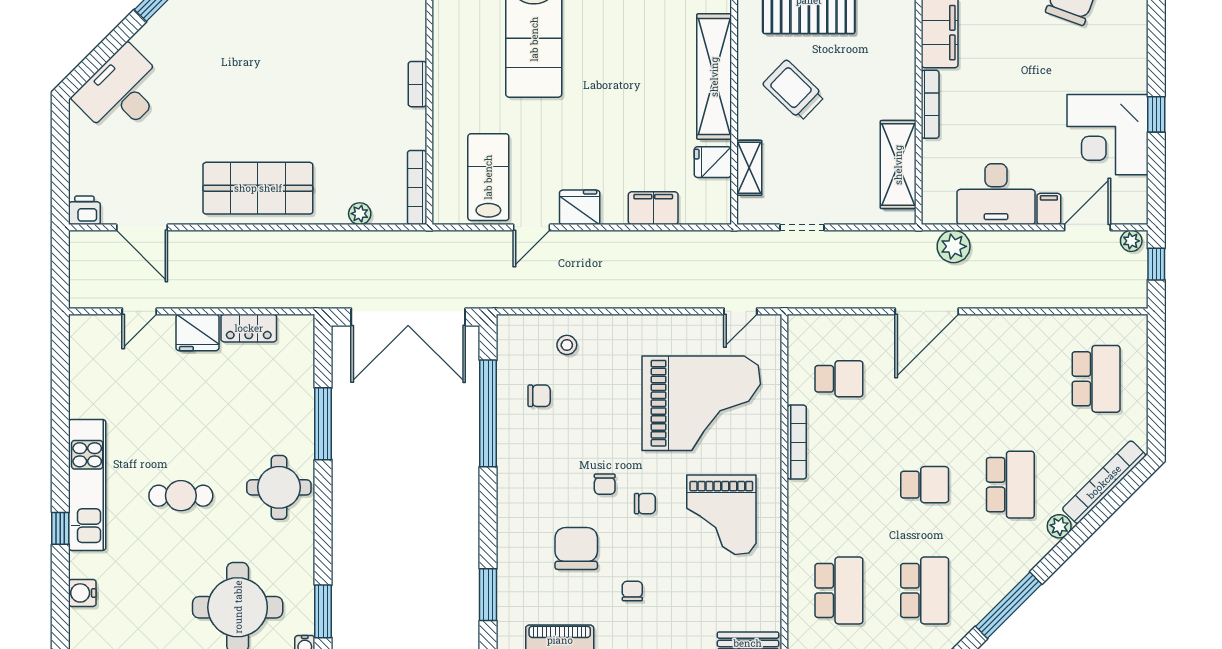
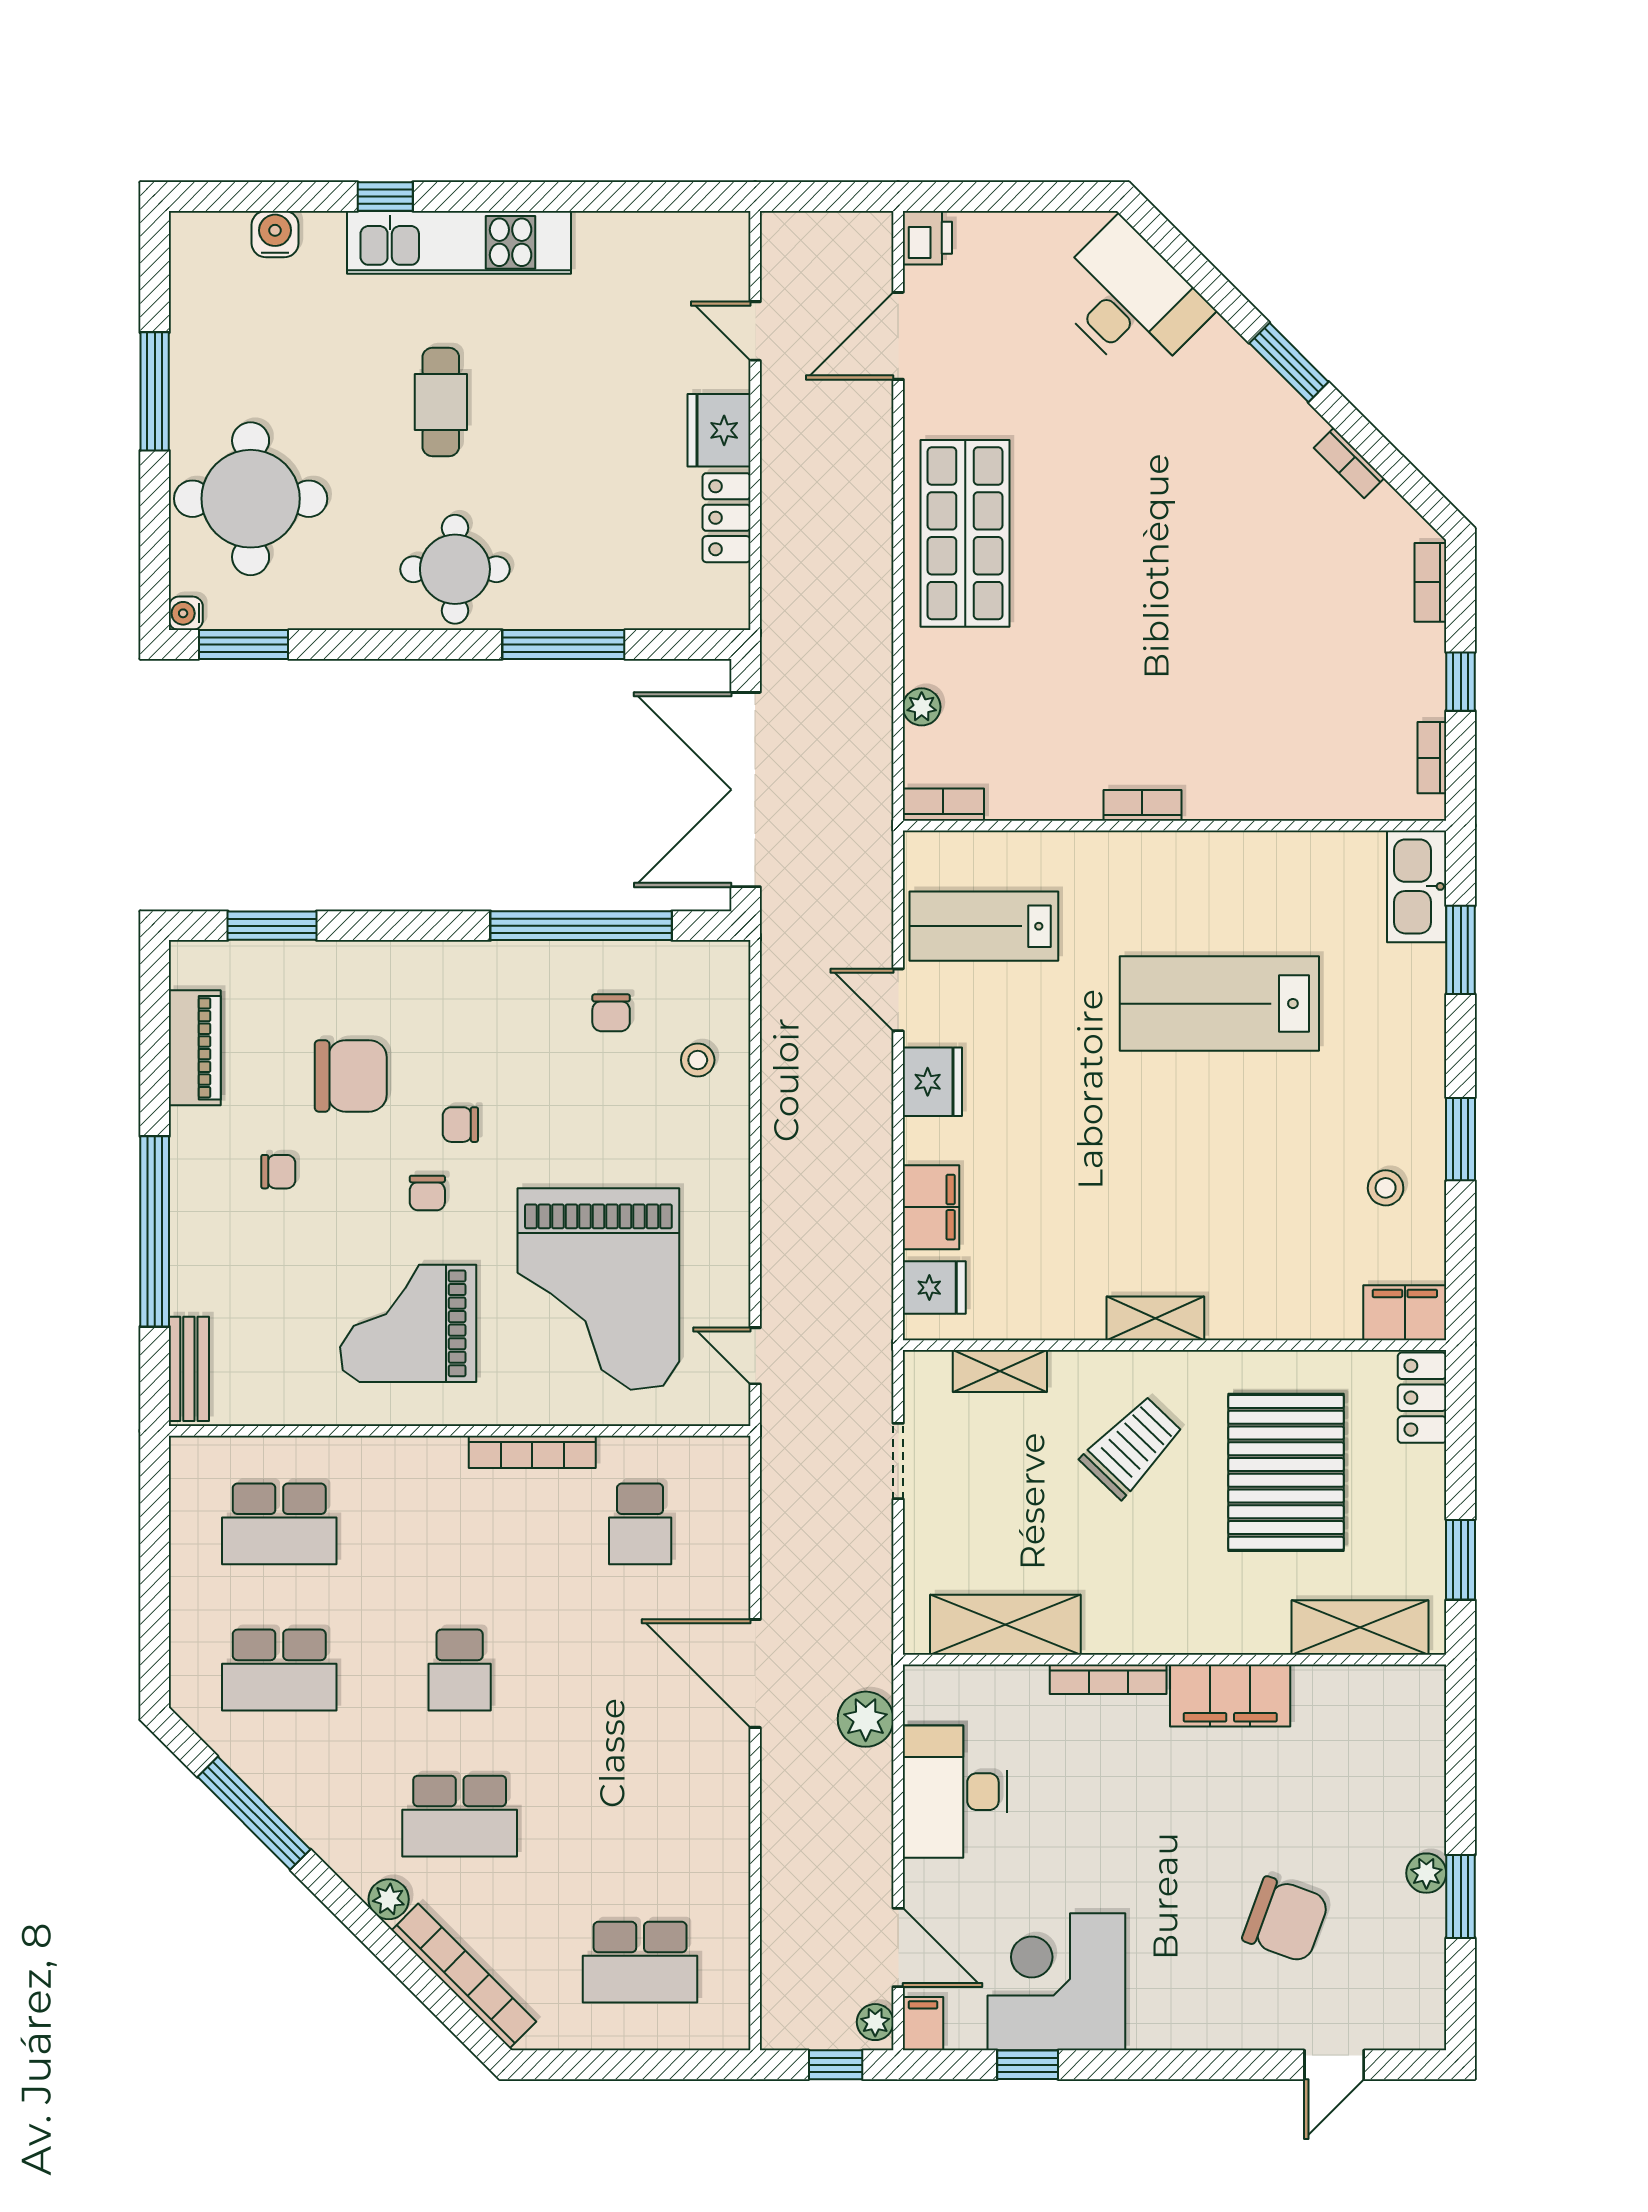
shelving: (714, 77) -> (1155, 1318), width x0.45, depth x0.75
window: (1156, 114) -> (1028, 2065), moved
fridge: (713, 162) -> (934, 1288), moved, turned 90
lab bench: (488, 177) -> (984, 926), turned 180
bookcase: (417, 187) -> (943, 805), width x0.64
filing cabinet: (1049, 209) -> (923, 2024), moved, turned -90

